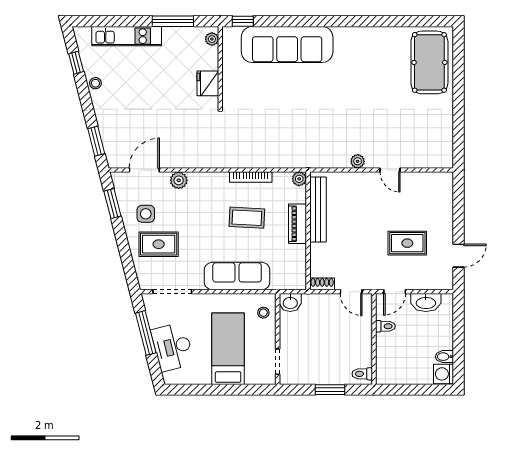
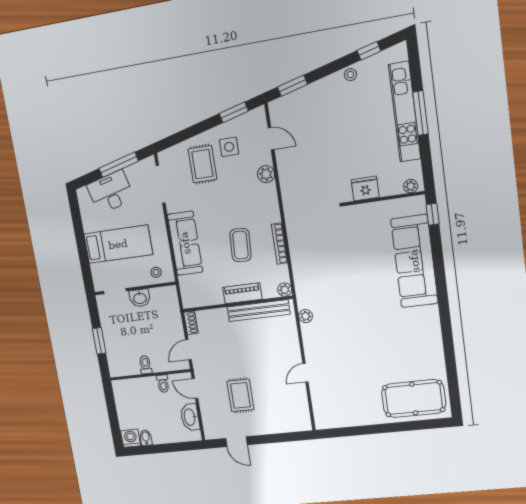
window: (173, 21) -> (420, 113), moved
kitchen unit: (127, 36) -> (405, 112), width x1.36
plant: (358, 161) -> (306, 316), moved
door: (144, 170) -> (271, 139), width x0.73
washbasin: (290, 303) -> (140, 298), moved, turned -90
toilet: (362, 374) -> (145, 365), moved

